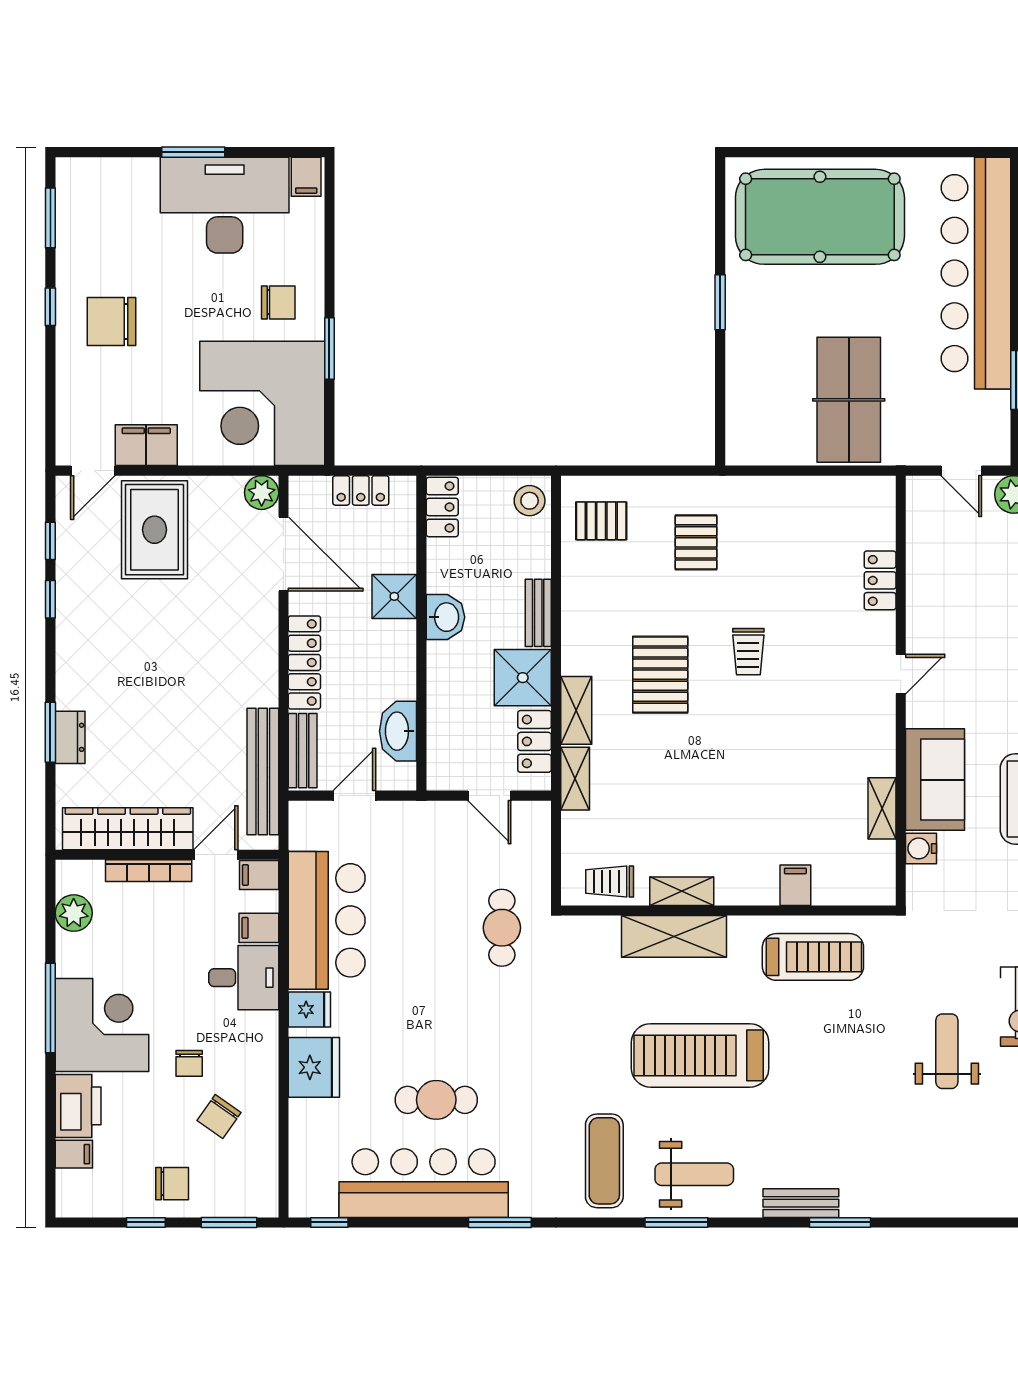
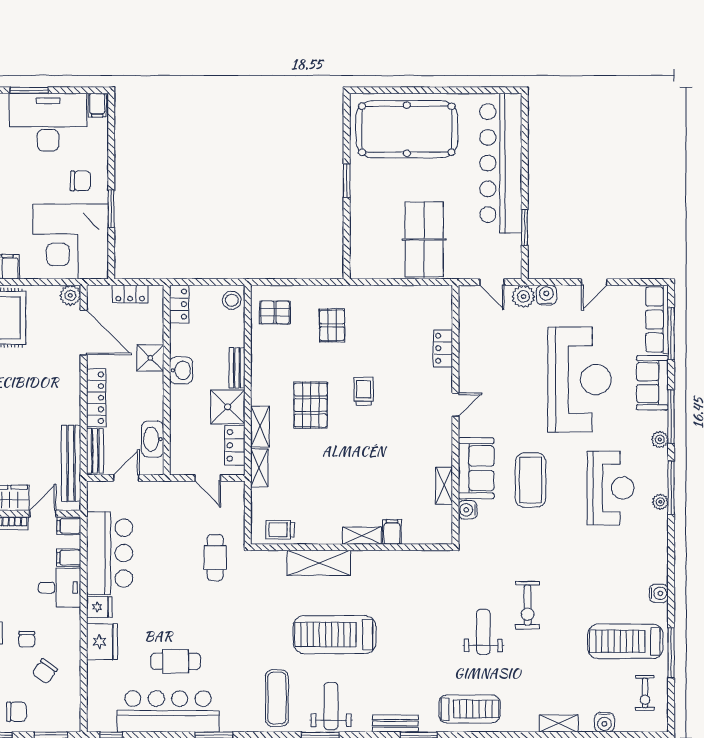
trolley: (748, 652) -> (364, 391), turned 180
shelving: (682, 891) -> (362, 536), moved
treadmill: (813, 957) -> (469, 709), moved
weight bench: (694, 1174) -> (331, 706), turned -90

